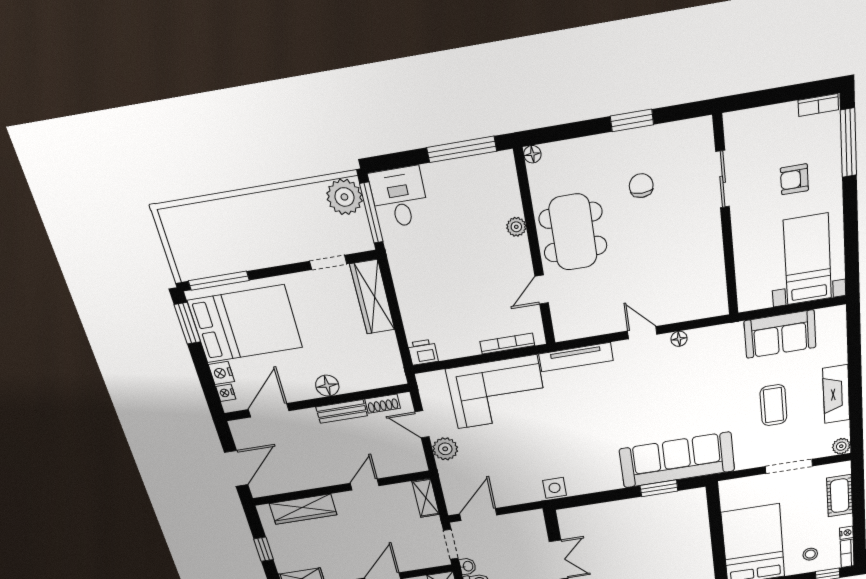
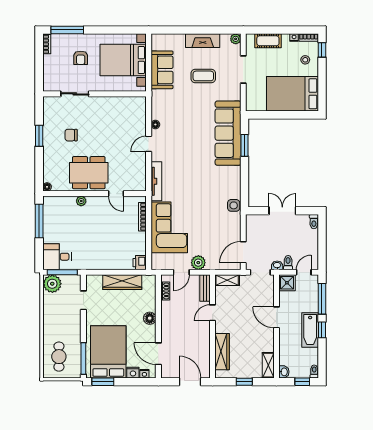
cafe table: (208, 234) -> (59, 357), added
bed with nightstands: (808, 259) -> (123, 60), width x1.36
wardrobe: (372, 297) -> (122, 282), moved
bench: (342, 411) -> (205, 288), moved
door: (365, 484) -> (213, 313), hinge flipped
door: (478, 514) -> (243, 252), hinge flipped

